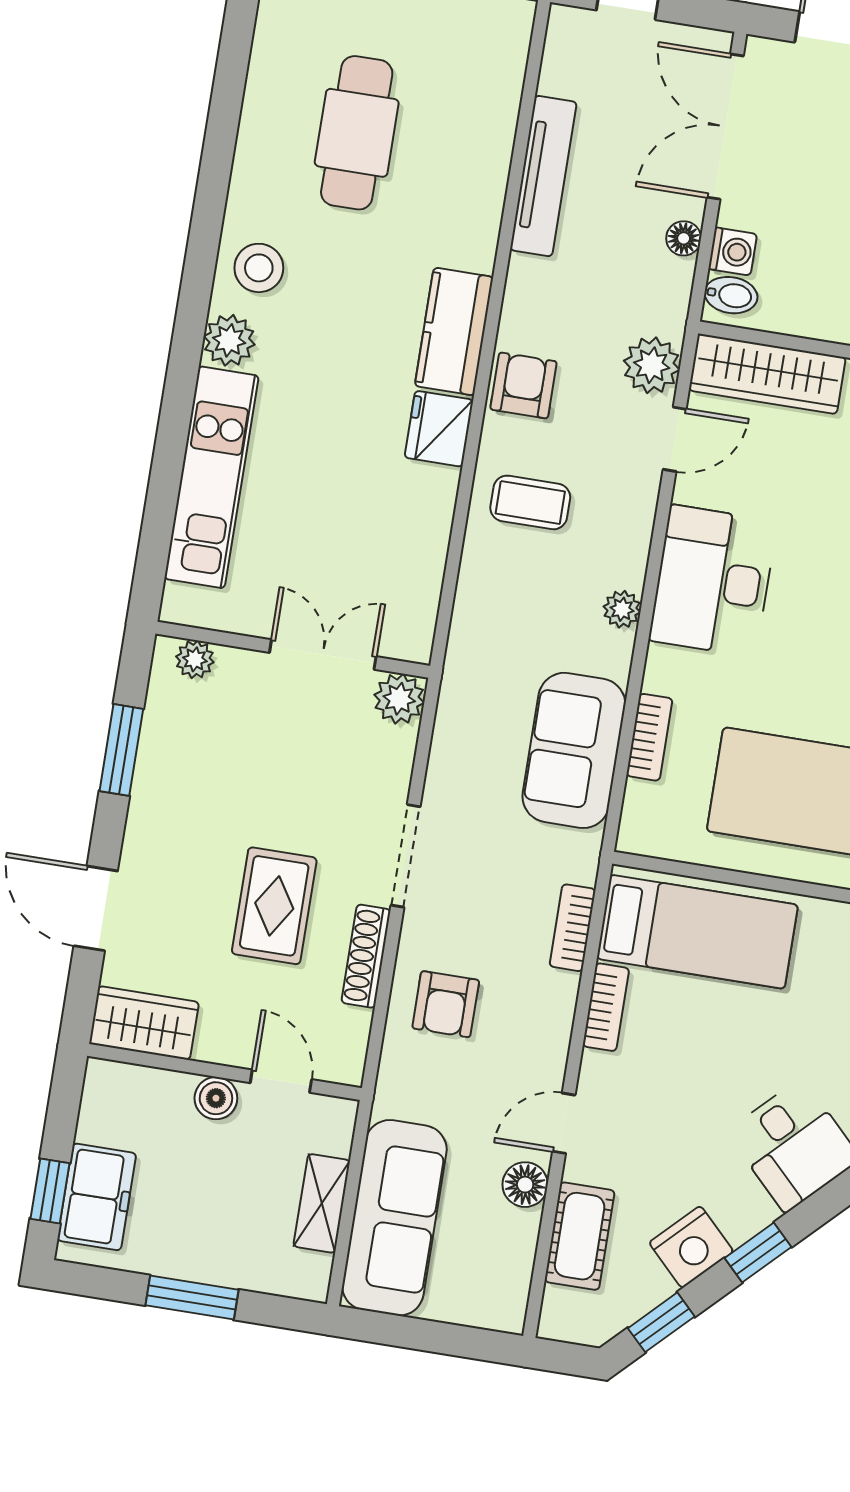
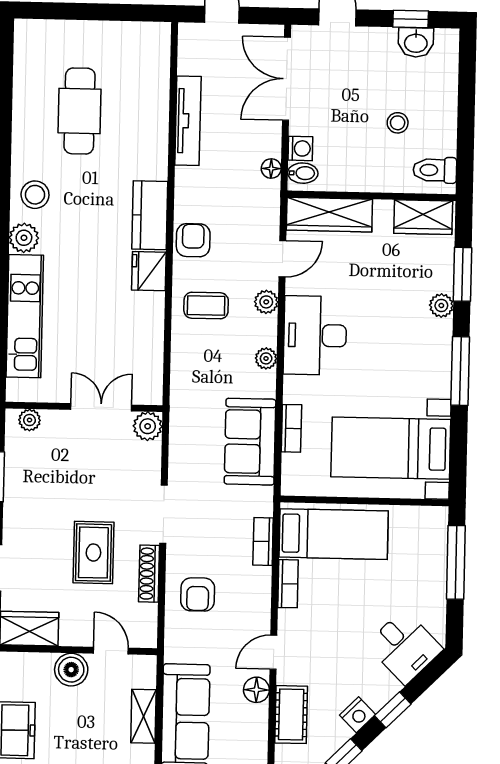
floor lamp: (684, 238) -> (271, 169), moved
plant: (652, 365) -> (266, 302), moved, width x0.73, depth x0.73
boiler: (216, 1098) -> (71, 670), width x1.36, depth x1.36
nightstand: (691, 1247) -> (358, 715), width x0.74, depth x0.75

